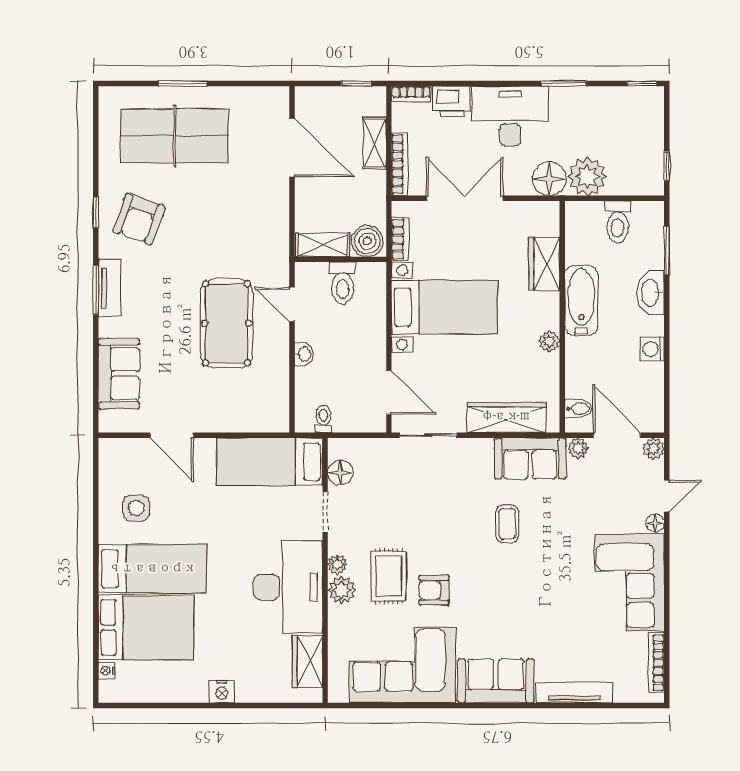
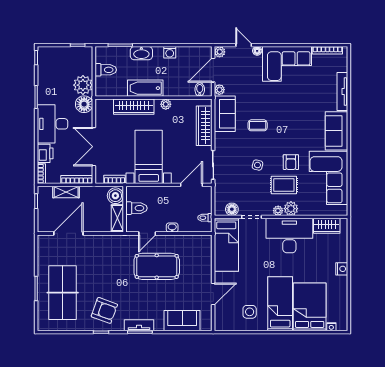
wardrobe: (544, 264) -> (134, 107), width x1.50
side table: (428, 524) -> (257, 165), added

